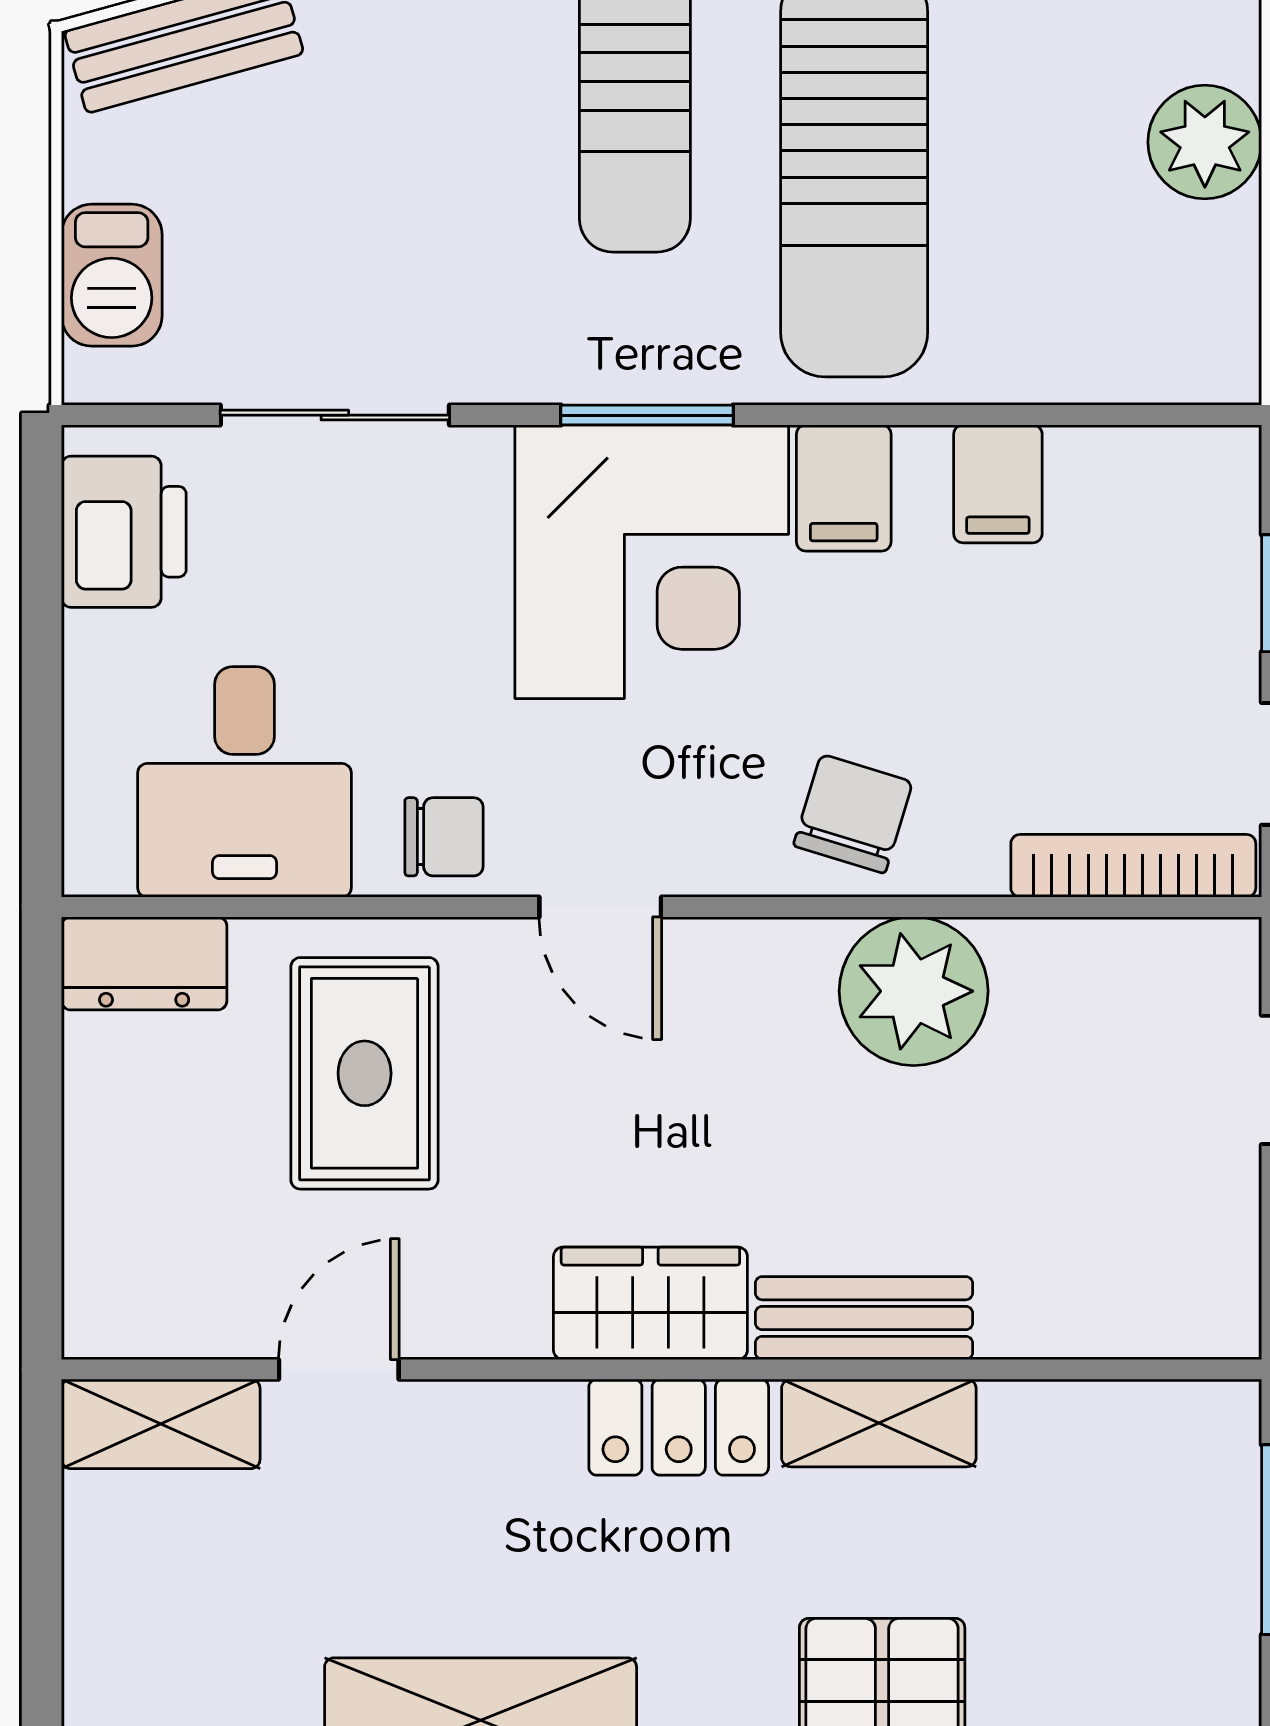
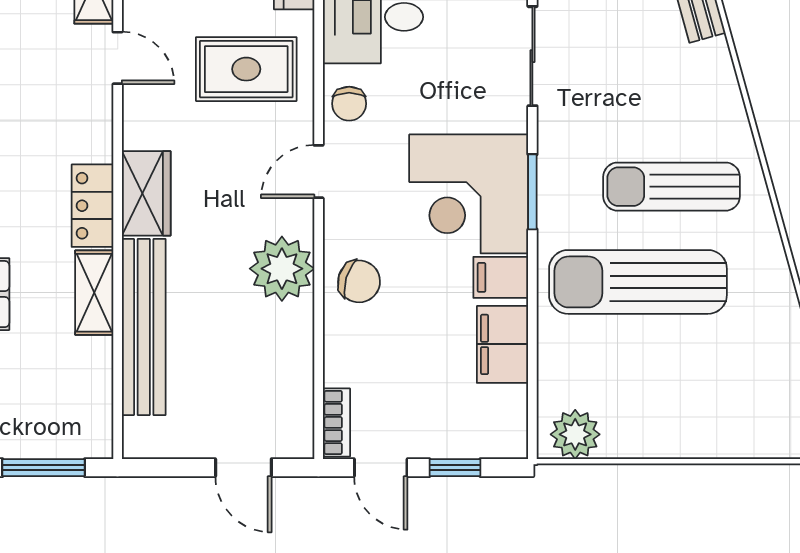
plant: (1205, 142) -> (575, 434), moved
filing cabinet: (998, 484) -> (502, 344), width x2.00
bookcase: (1133, 866) -> (336, 422), width x0.64
plant: (914, 991) -> (282, 269), moved
bench: (864, 1318) -> (144, 327), width x1.86, depth x1.21

